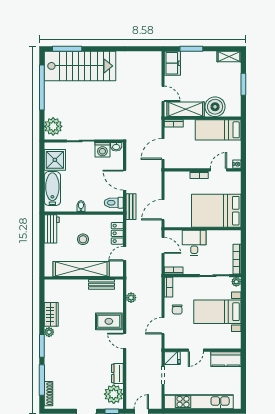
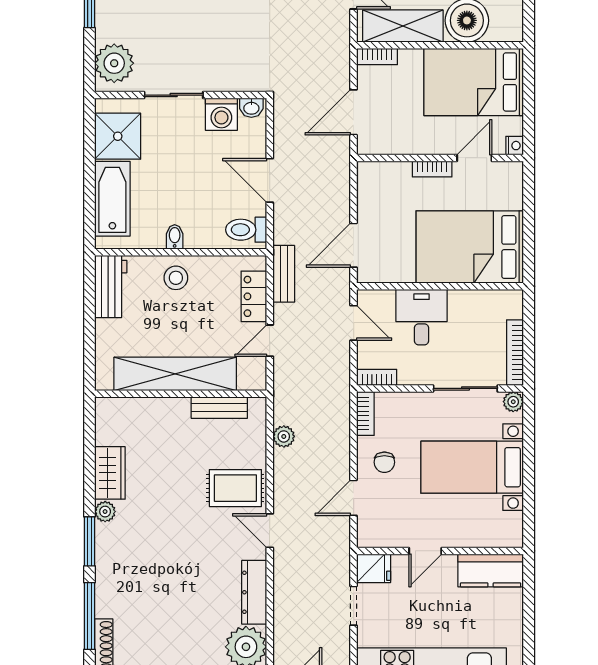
bed: (218, 130) -> (474, 82), width x1.50
bench: (131, 207) -> (284, 274), moved
stool: (83, 239) -> (176, 278), moved
dresser: (117, 374) -> (254, 592), width x1.44

